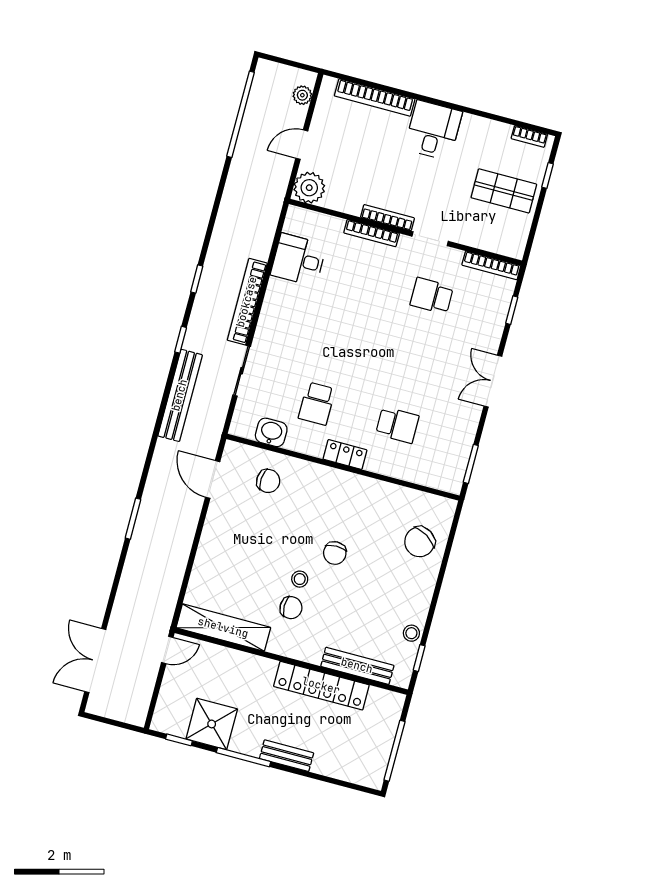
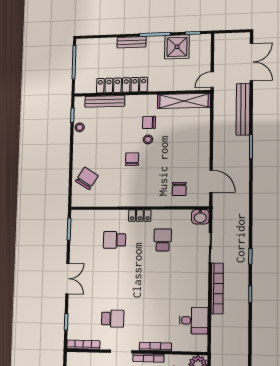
bench: (180, 395) -> (243, 109), moved
washbasin: (271, 432) -> (200, 217), moved
chair: (268, 481) -> (179, 189), turned -94

